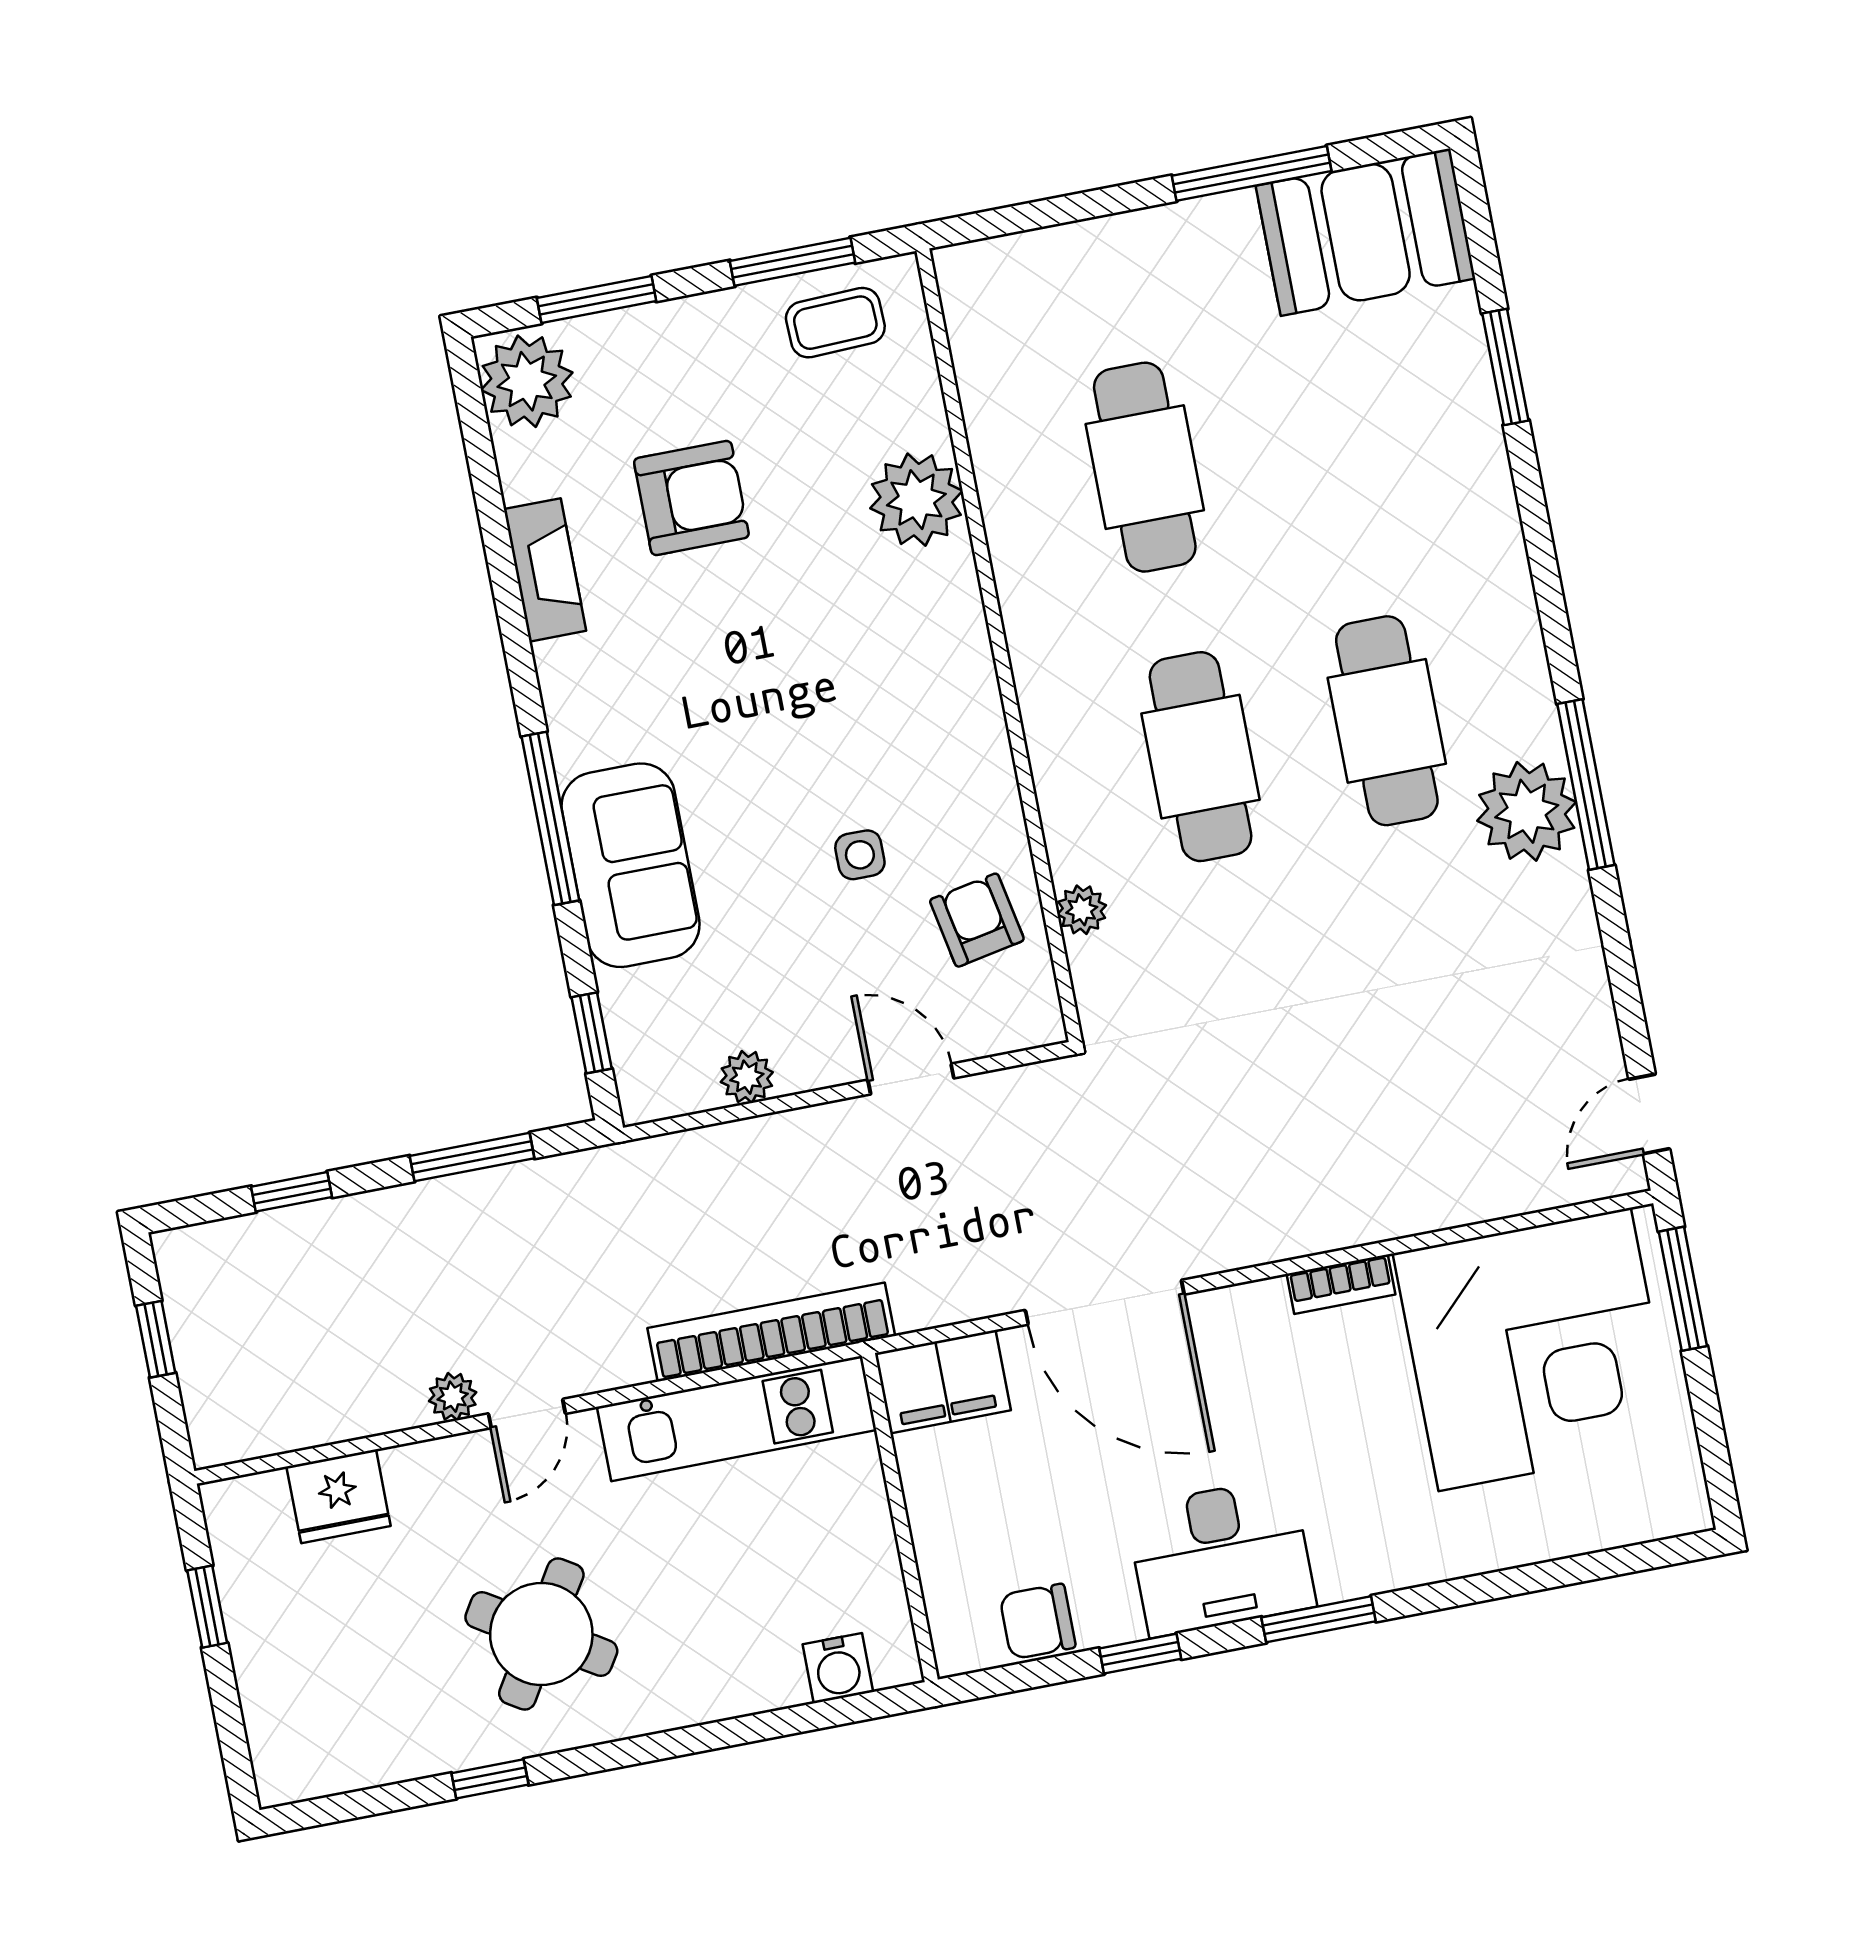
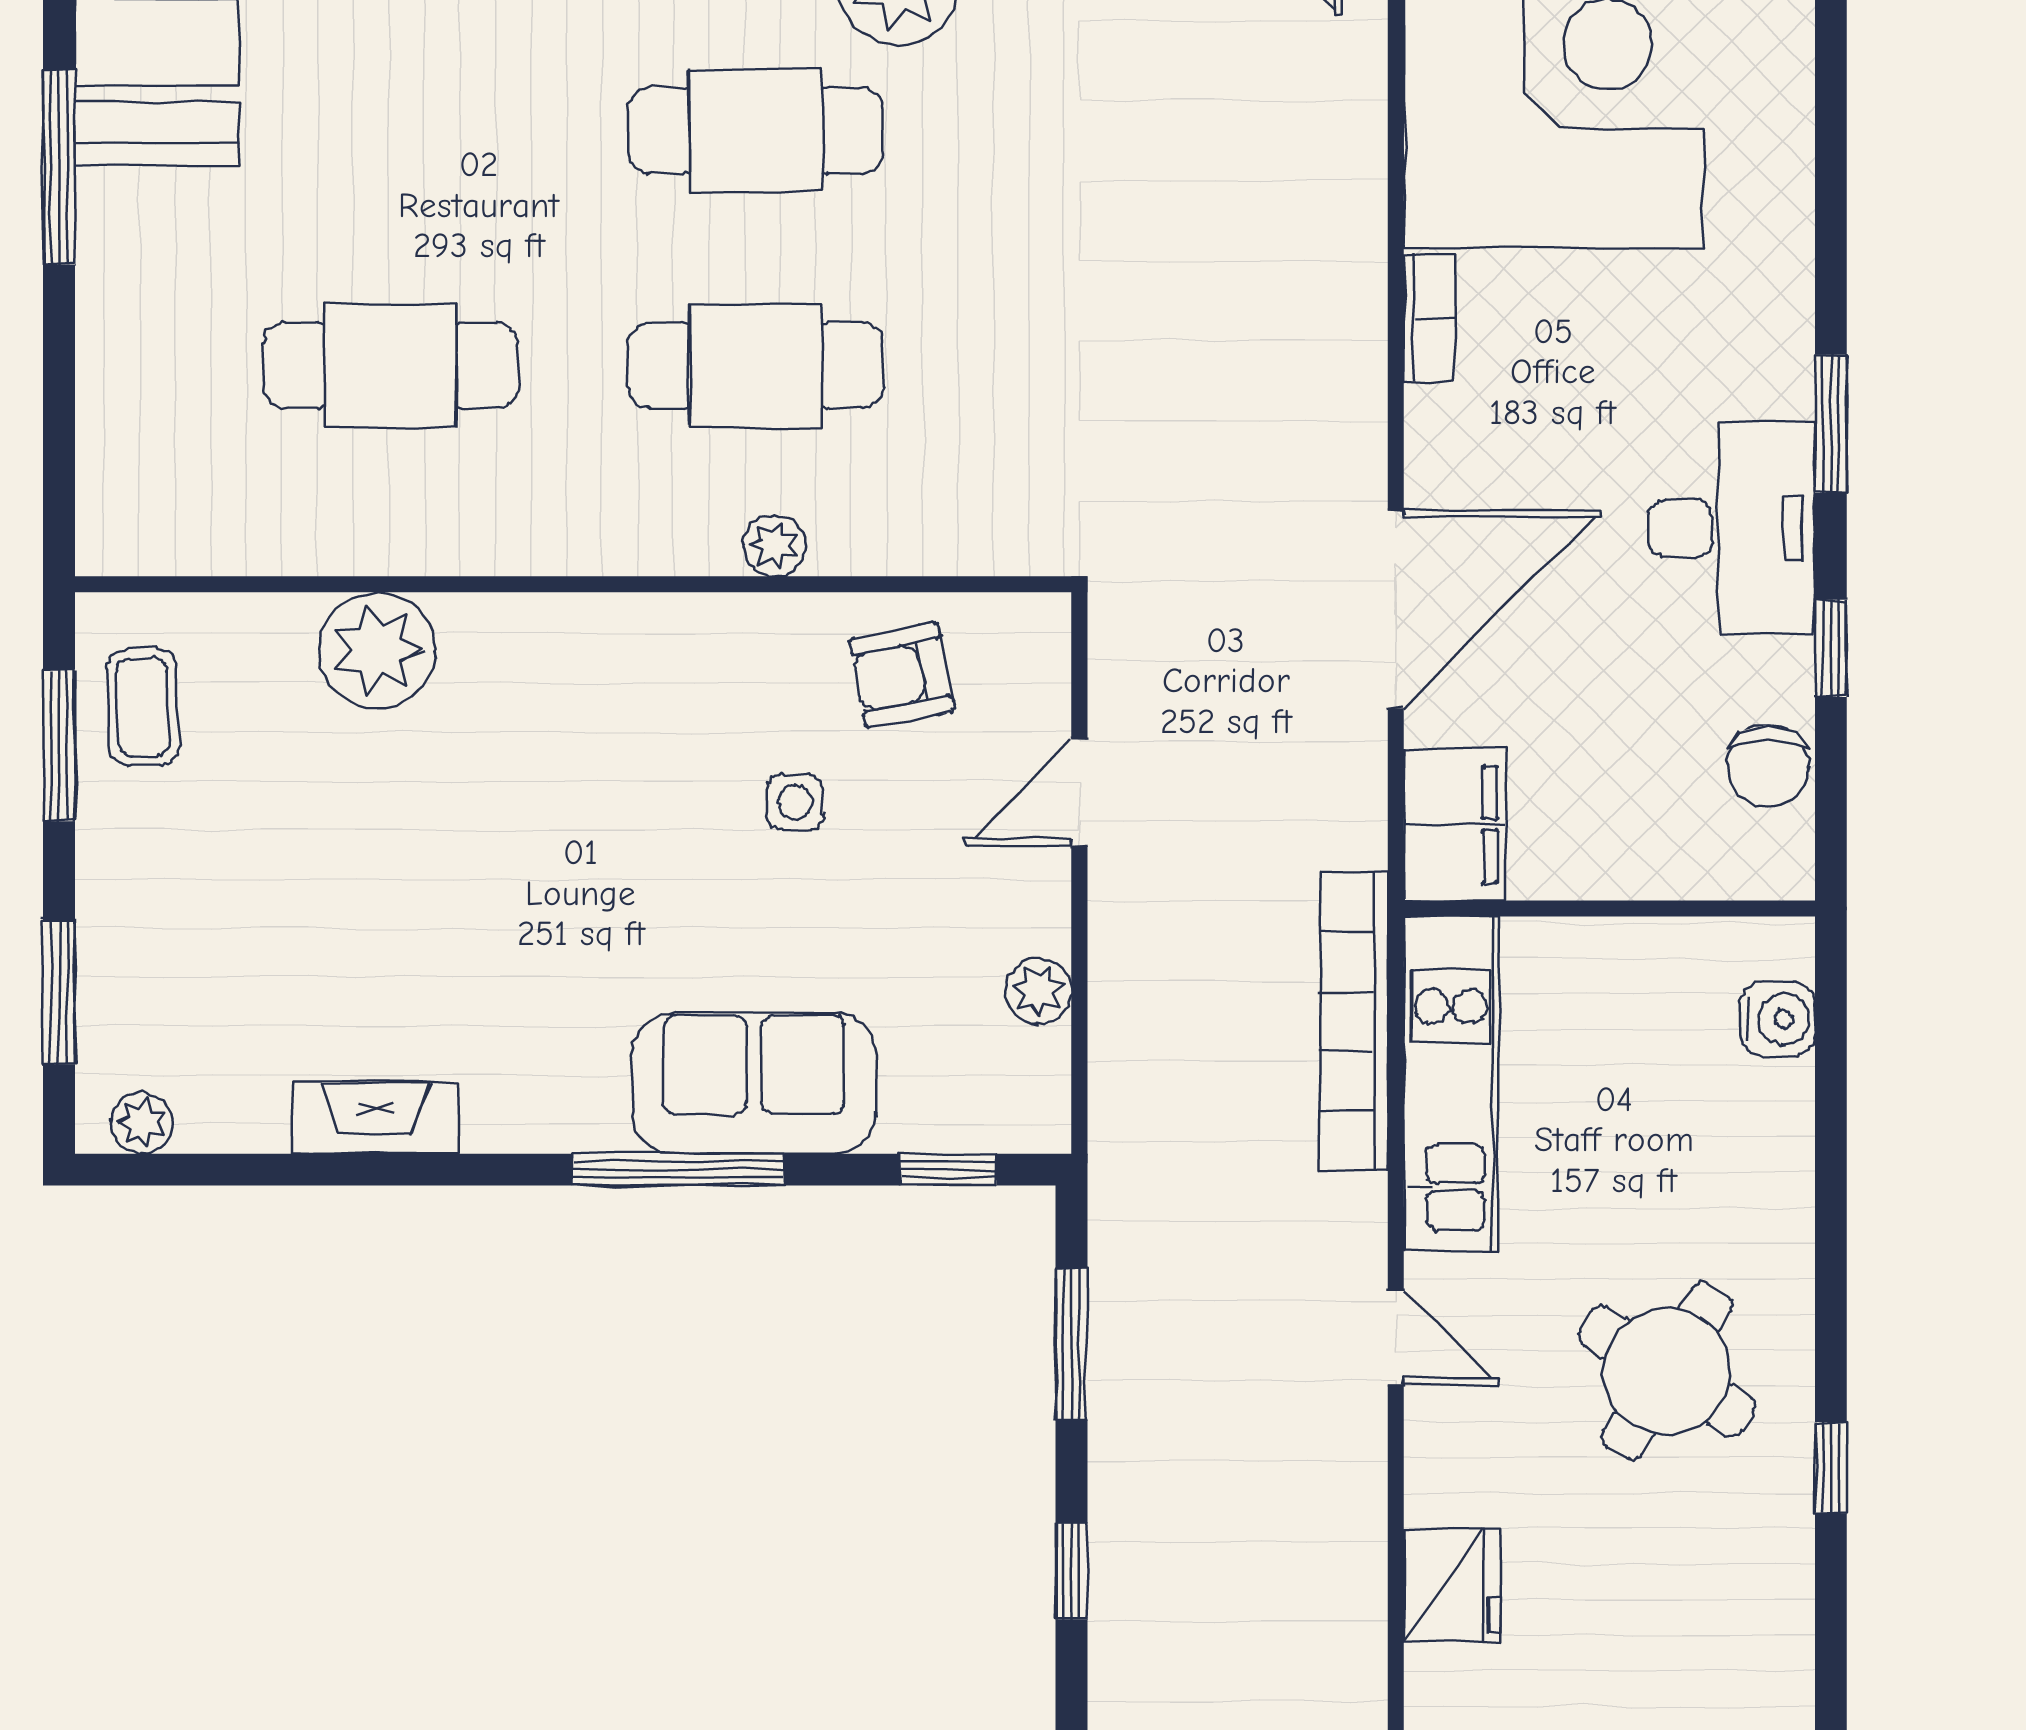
plant: (527, 381) -> (142, 1123), width x0.53, depth x0.53
armchair: (691, 498) -> (322, 923), removed
plant: (1082, 910) -> (774, 546), moved
plant: (453, 1397) -> (1358, 1423), removed

